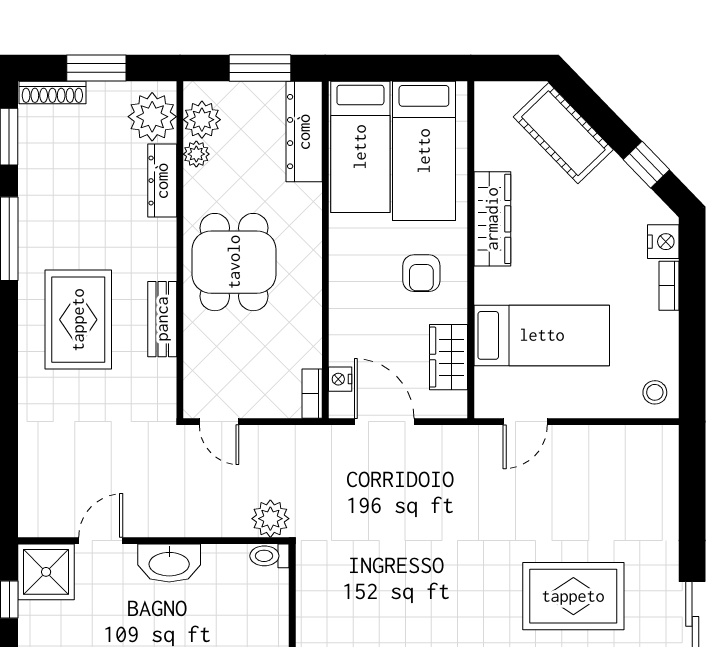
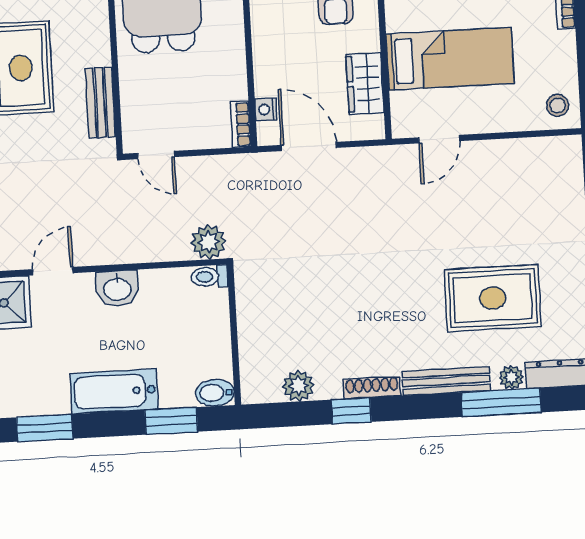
bench: (162, 319) -> (100, 103), moved
washbasin: (169, 563) -> (117, 288), width x0.72

